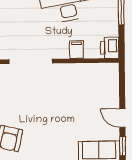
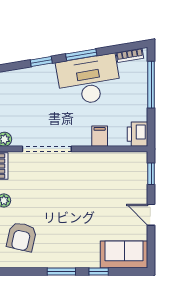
window: (123, 146) -> (151, 174), moved

